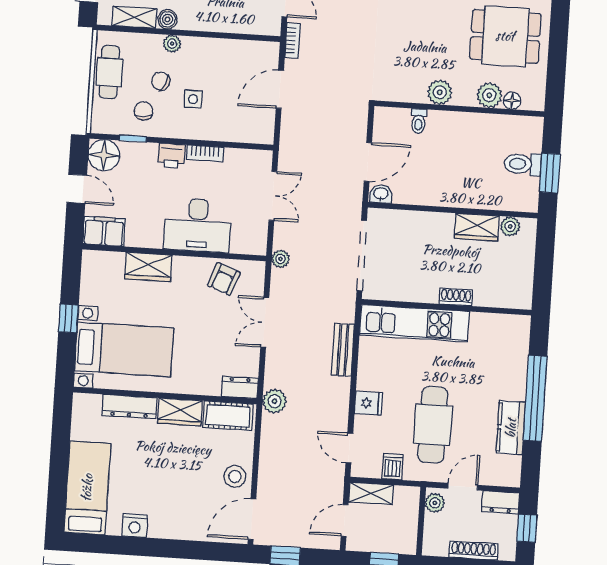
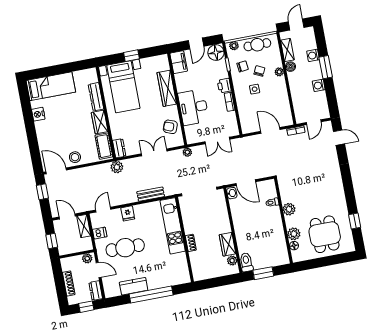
plant: (100, 117) -> (234, 46), added
toilet: (523, 164) -> (246, 262), moved
wardrobe: (148, 267) -> (167, 88), width x1.50

